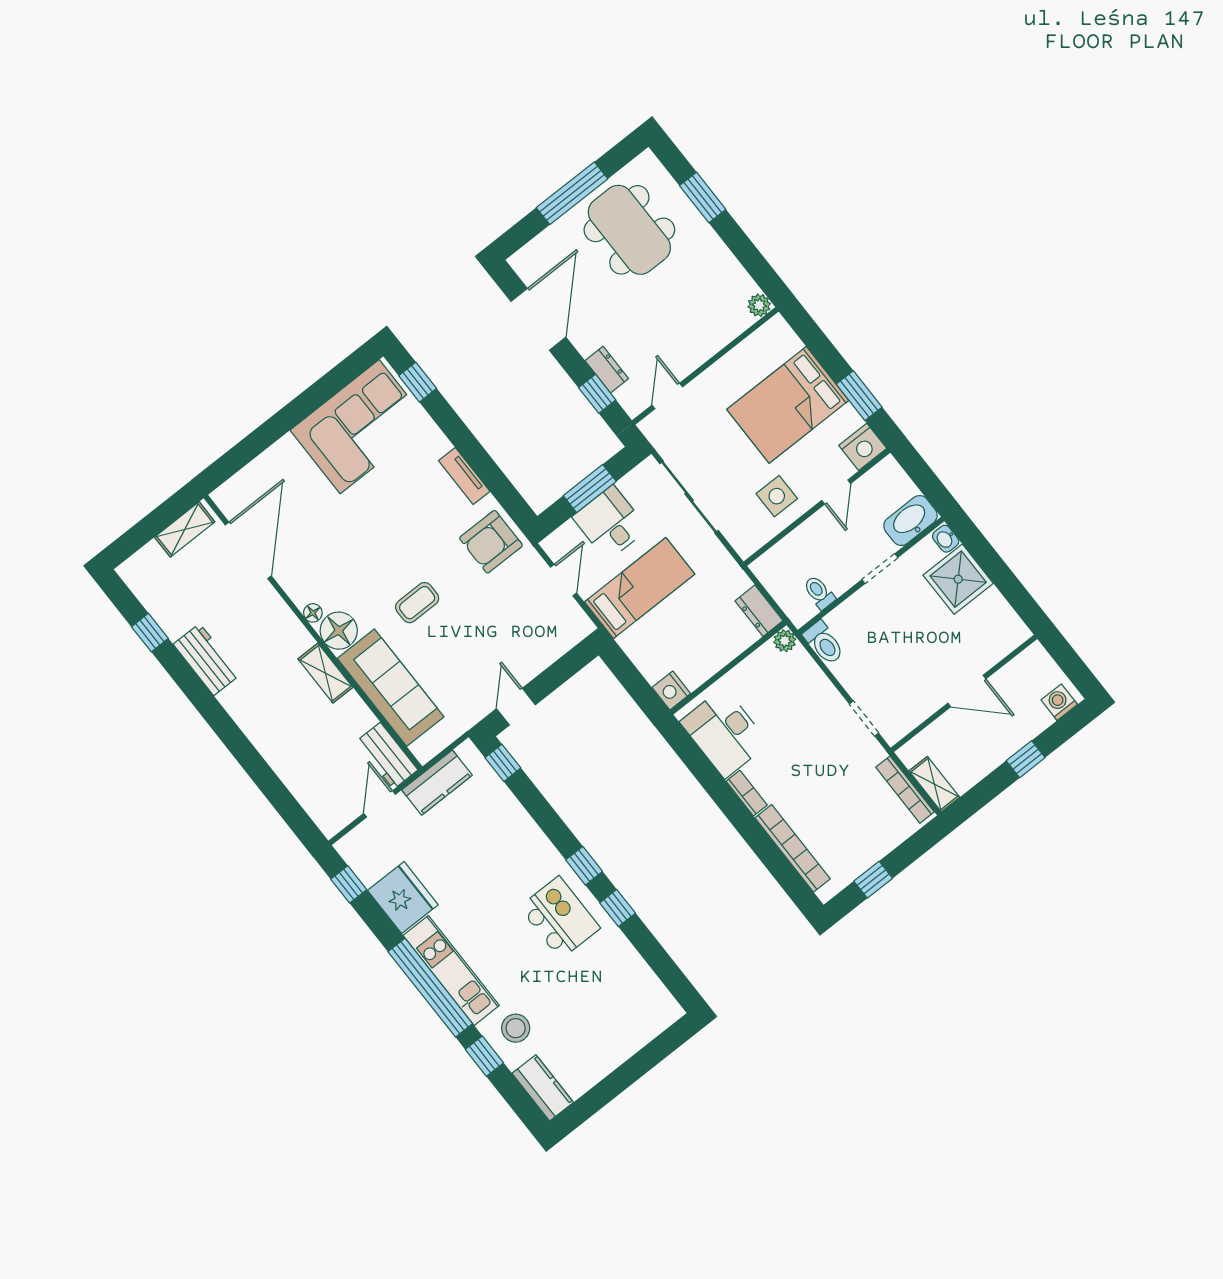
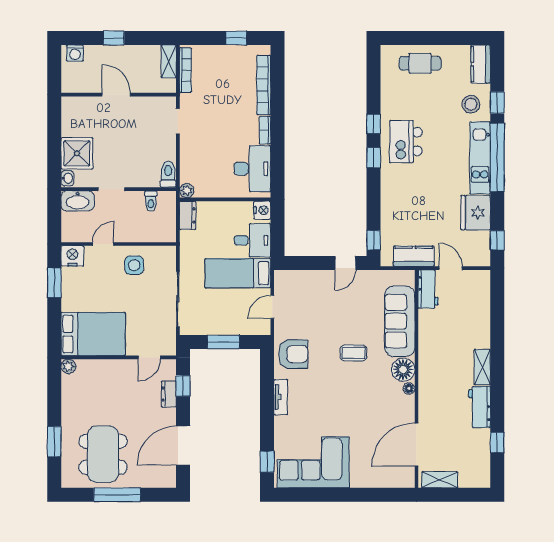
bed: (788, 405) -> (93, 334), moved
desk: (610, 523) -> (252, 240), moved, turned -90
shelving: (325, 673) -> (482, 367), moved
door: (380, 804) -> (451, 268), swing flipped
cafe table: (619, 1029) -> (420, 63), added

